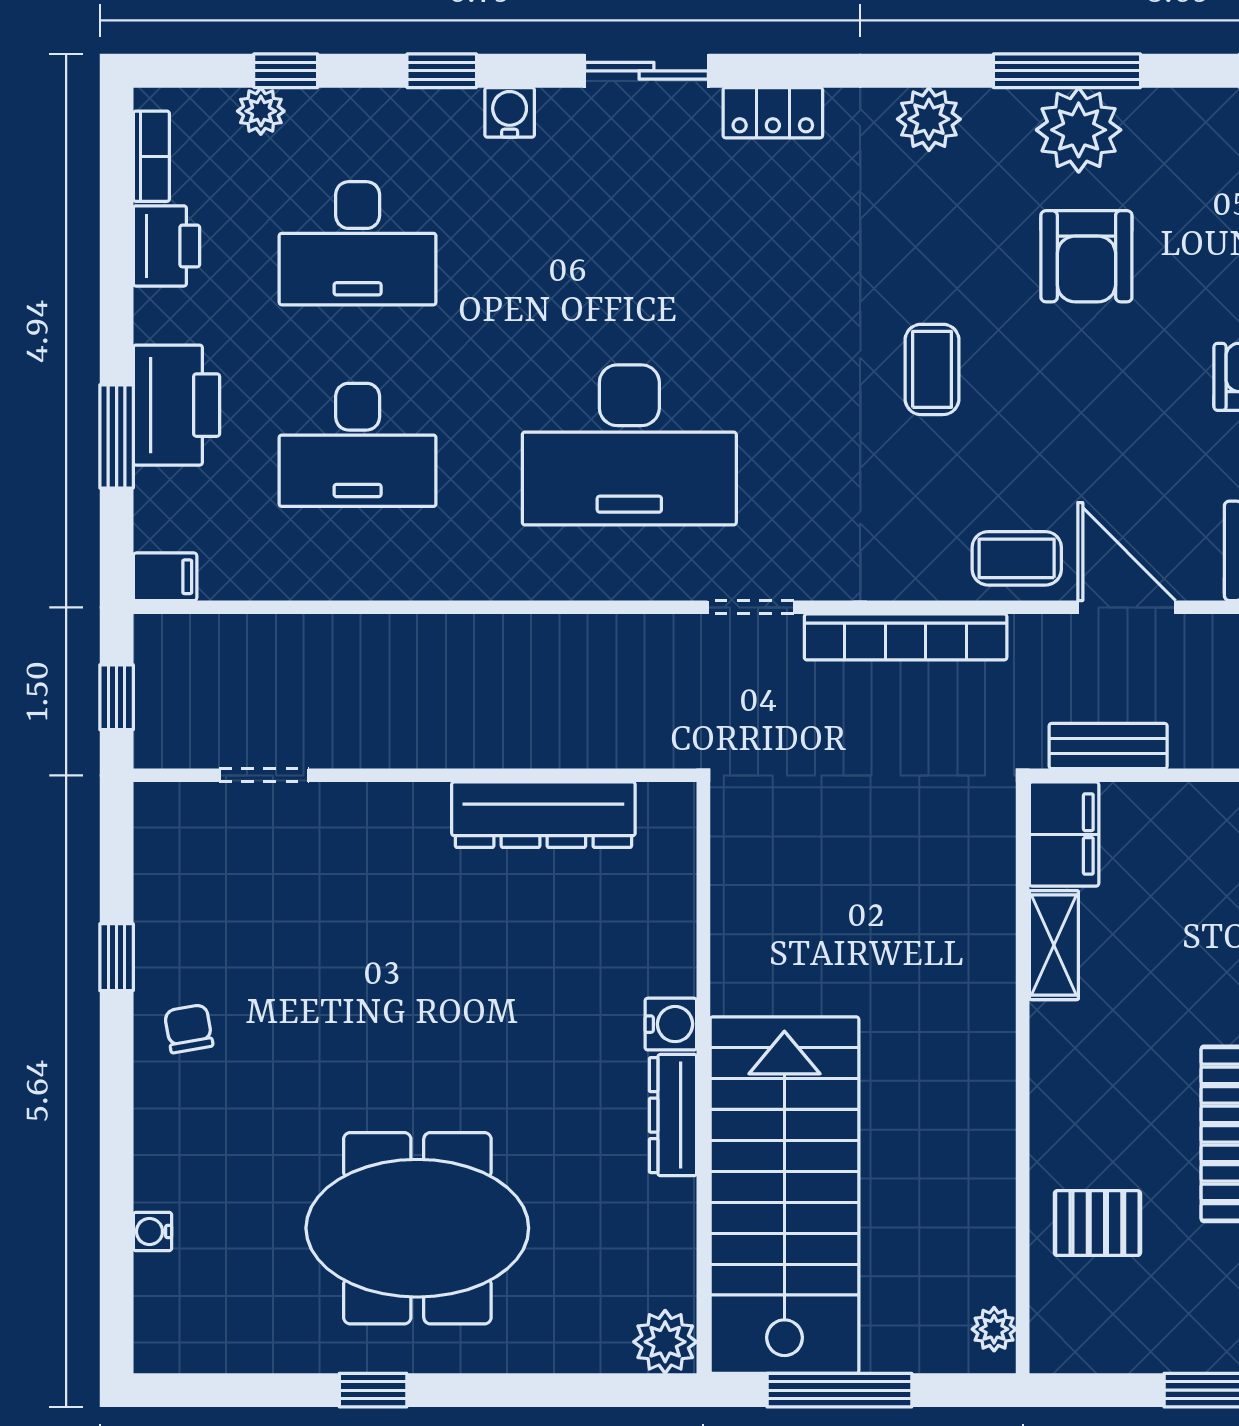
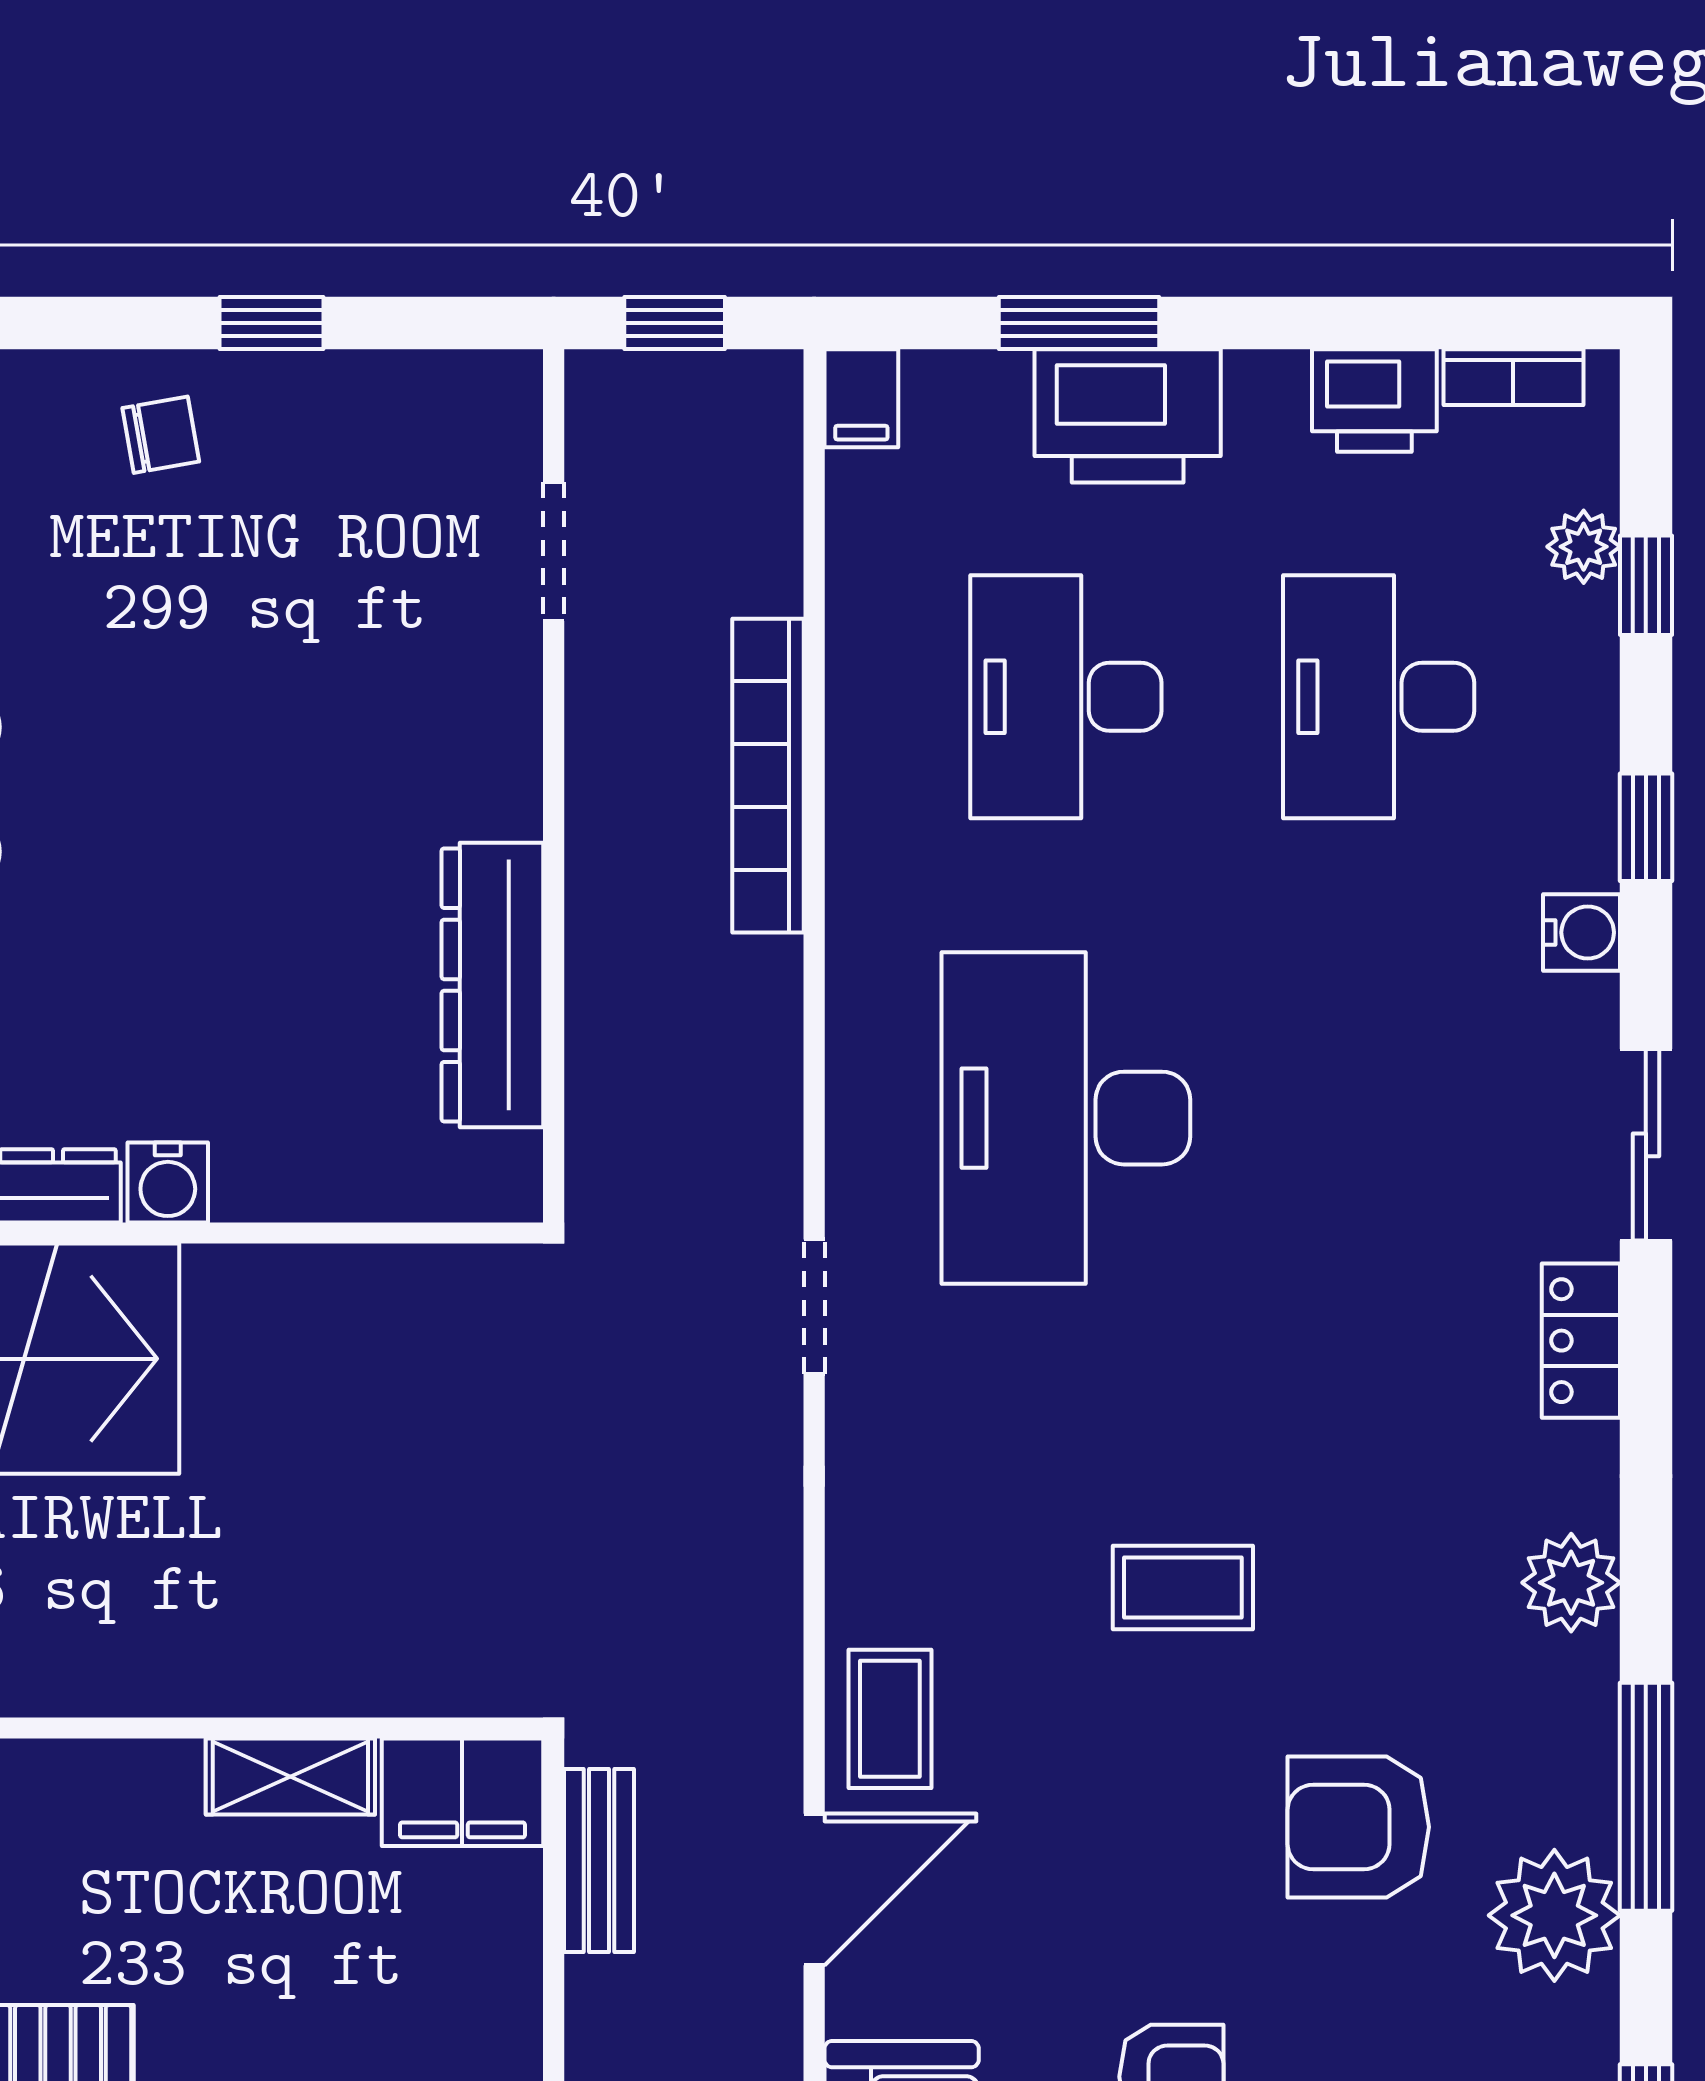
plant: (1079, 130) -> (1554, 1915), moved
bookcase: (906, 637) -> (768, 776), moved

